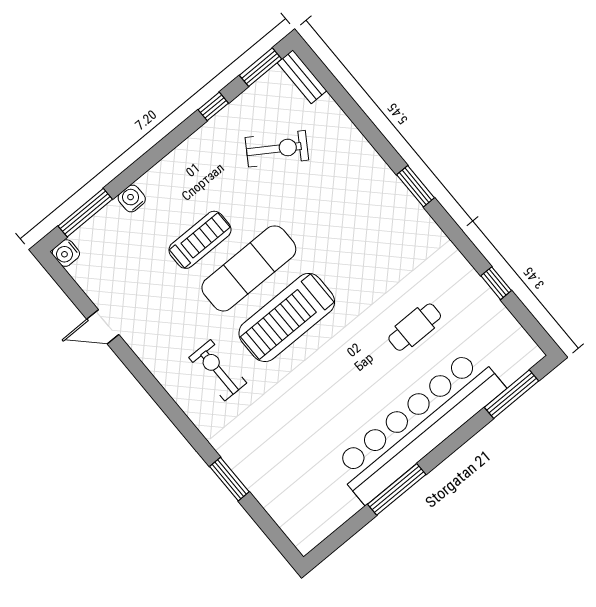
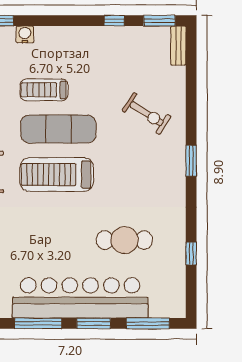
exercise bike: (277, 149) -> (147, 114), moved
treadmill: (200, 240) -> (44, 90), turned 180
cafe table: (415, 327) -> (124, 240), width x1.37, depth x1.35
window: (455, 441) -> (94, 323), added

